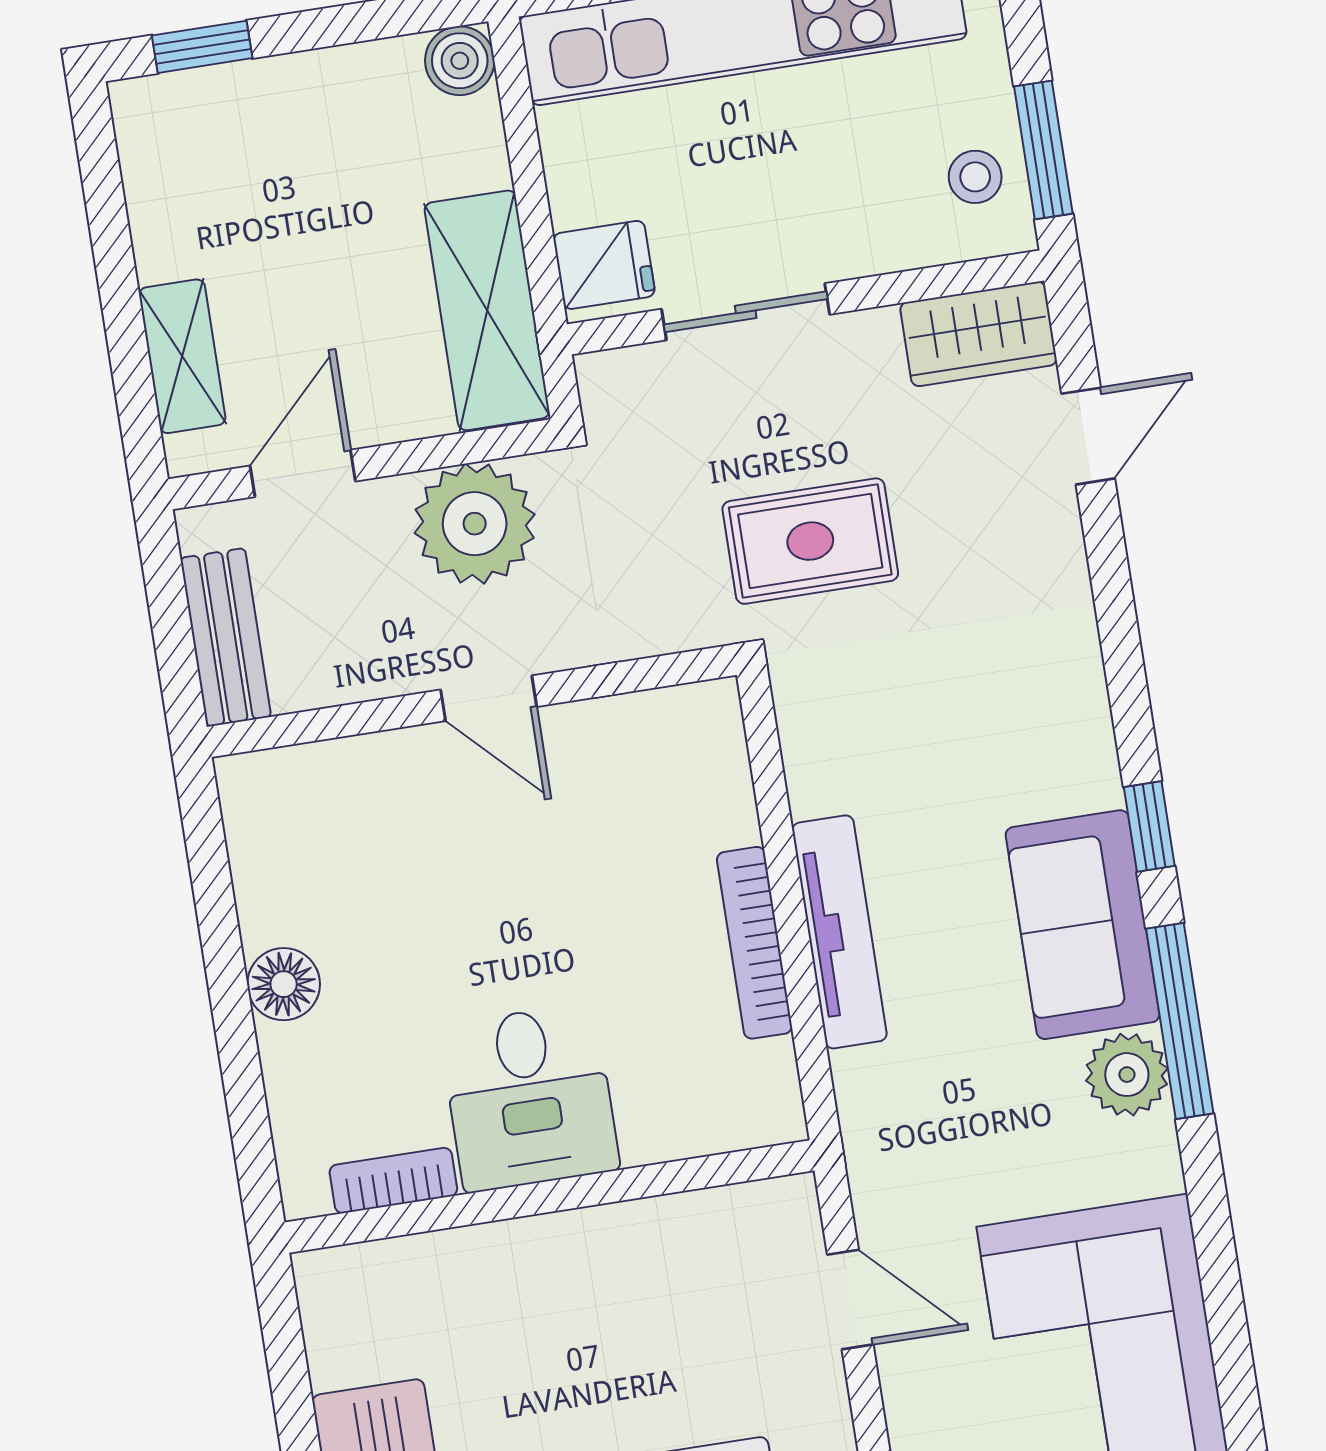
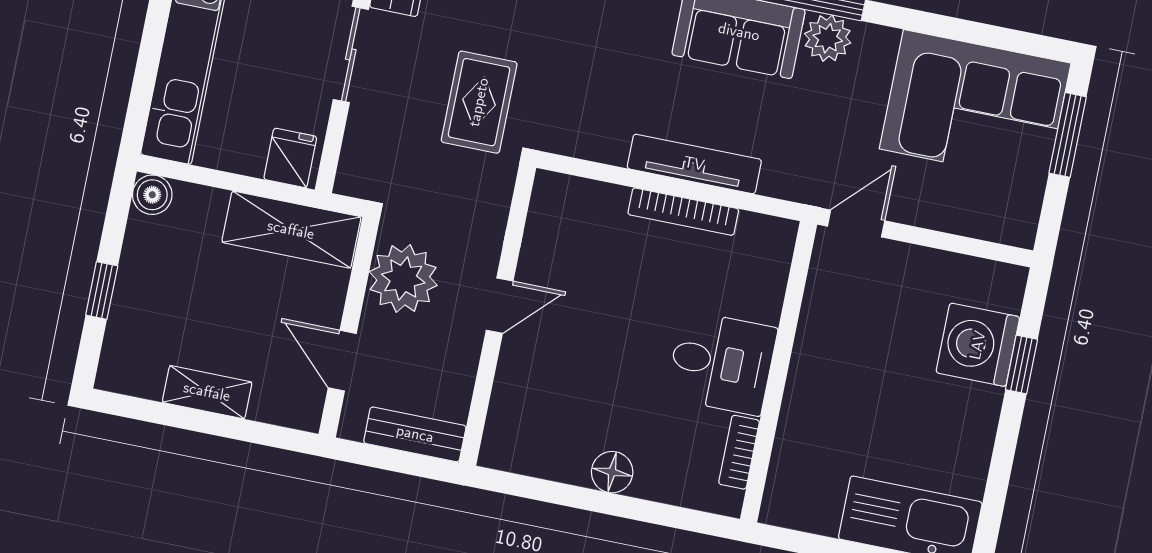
window: (202, 47) -> (102, 290), moved
sliding door: (746, 312) -> (351, 54), moved
shelving: (182, 356) -> (207, 392), moved
door: (850, 1300) -> (856, 224), moved

